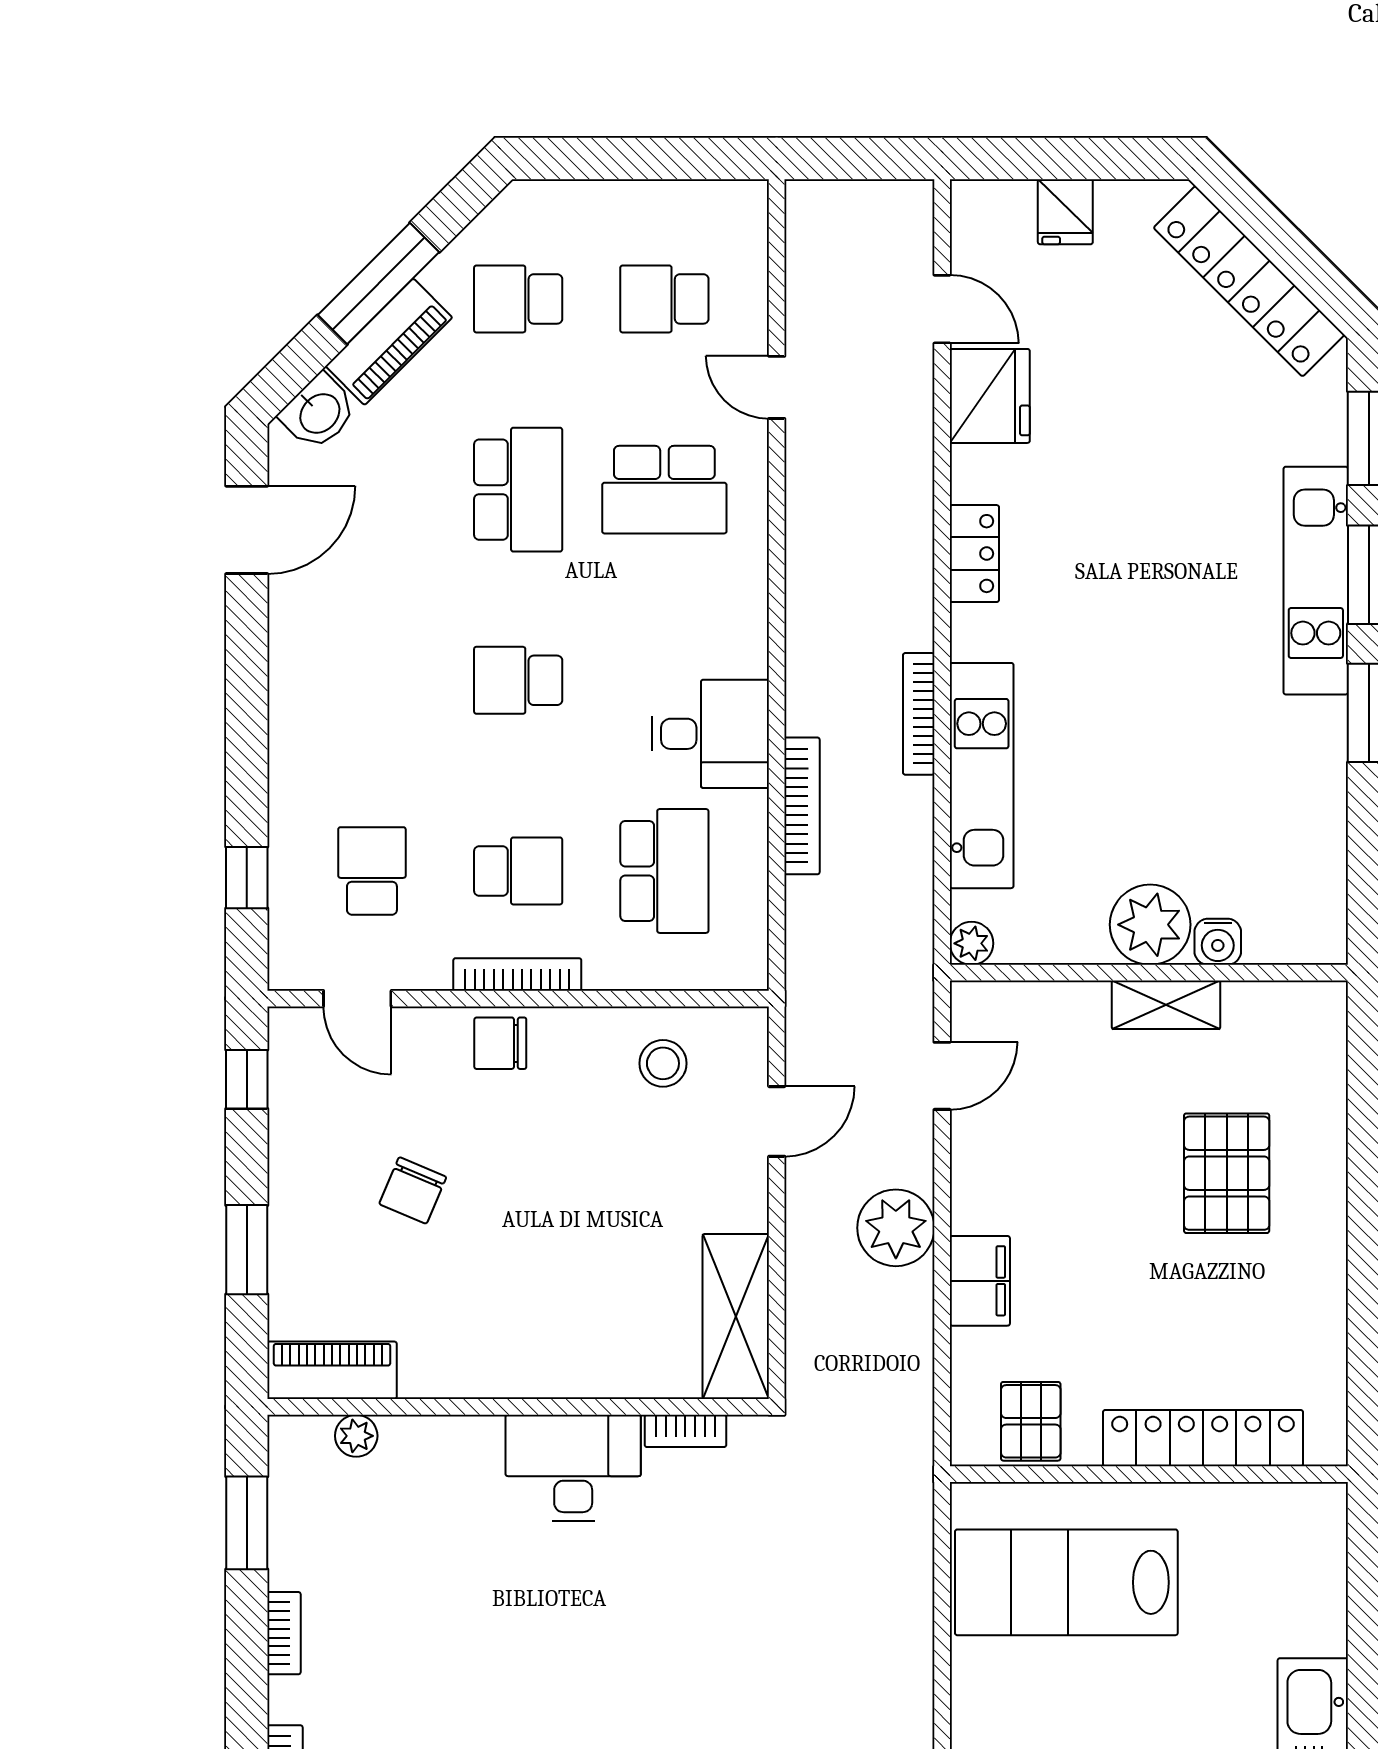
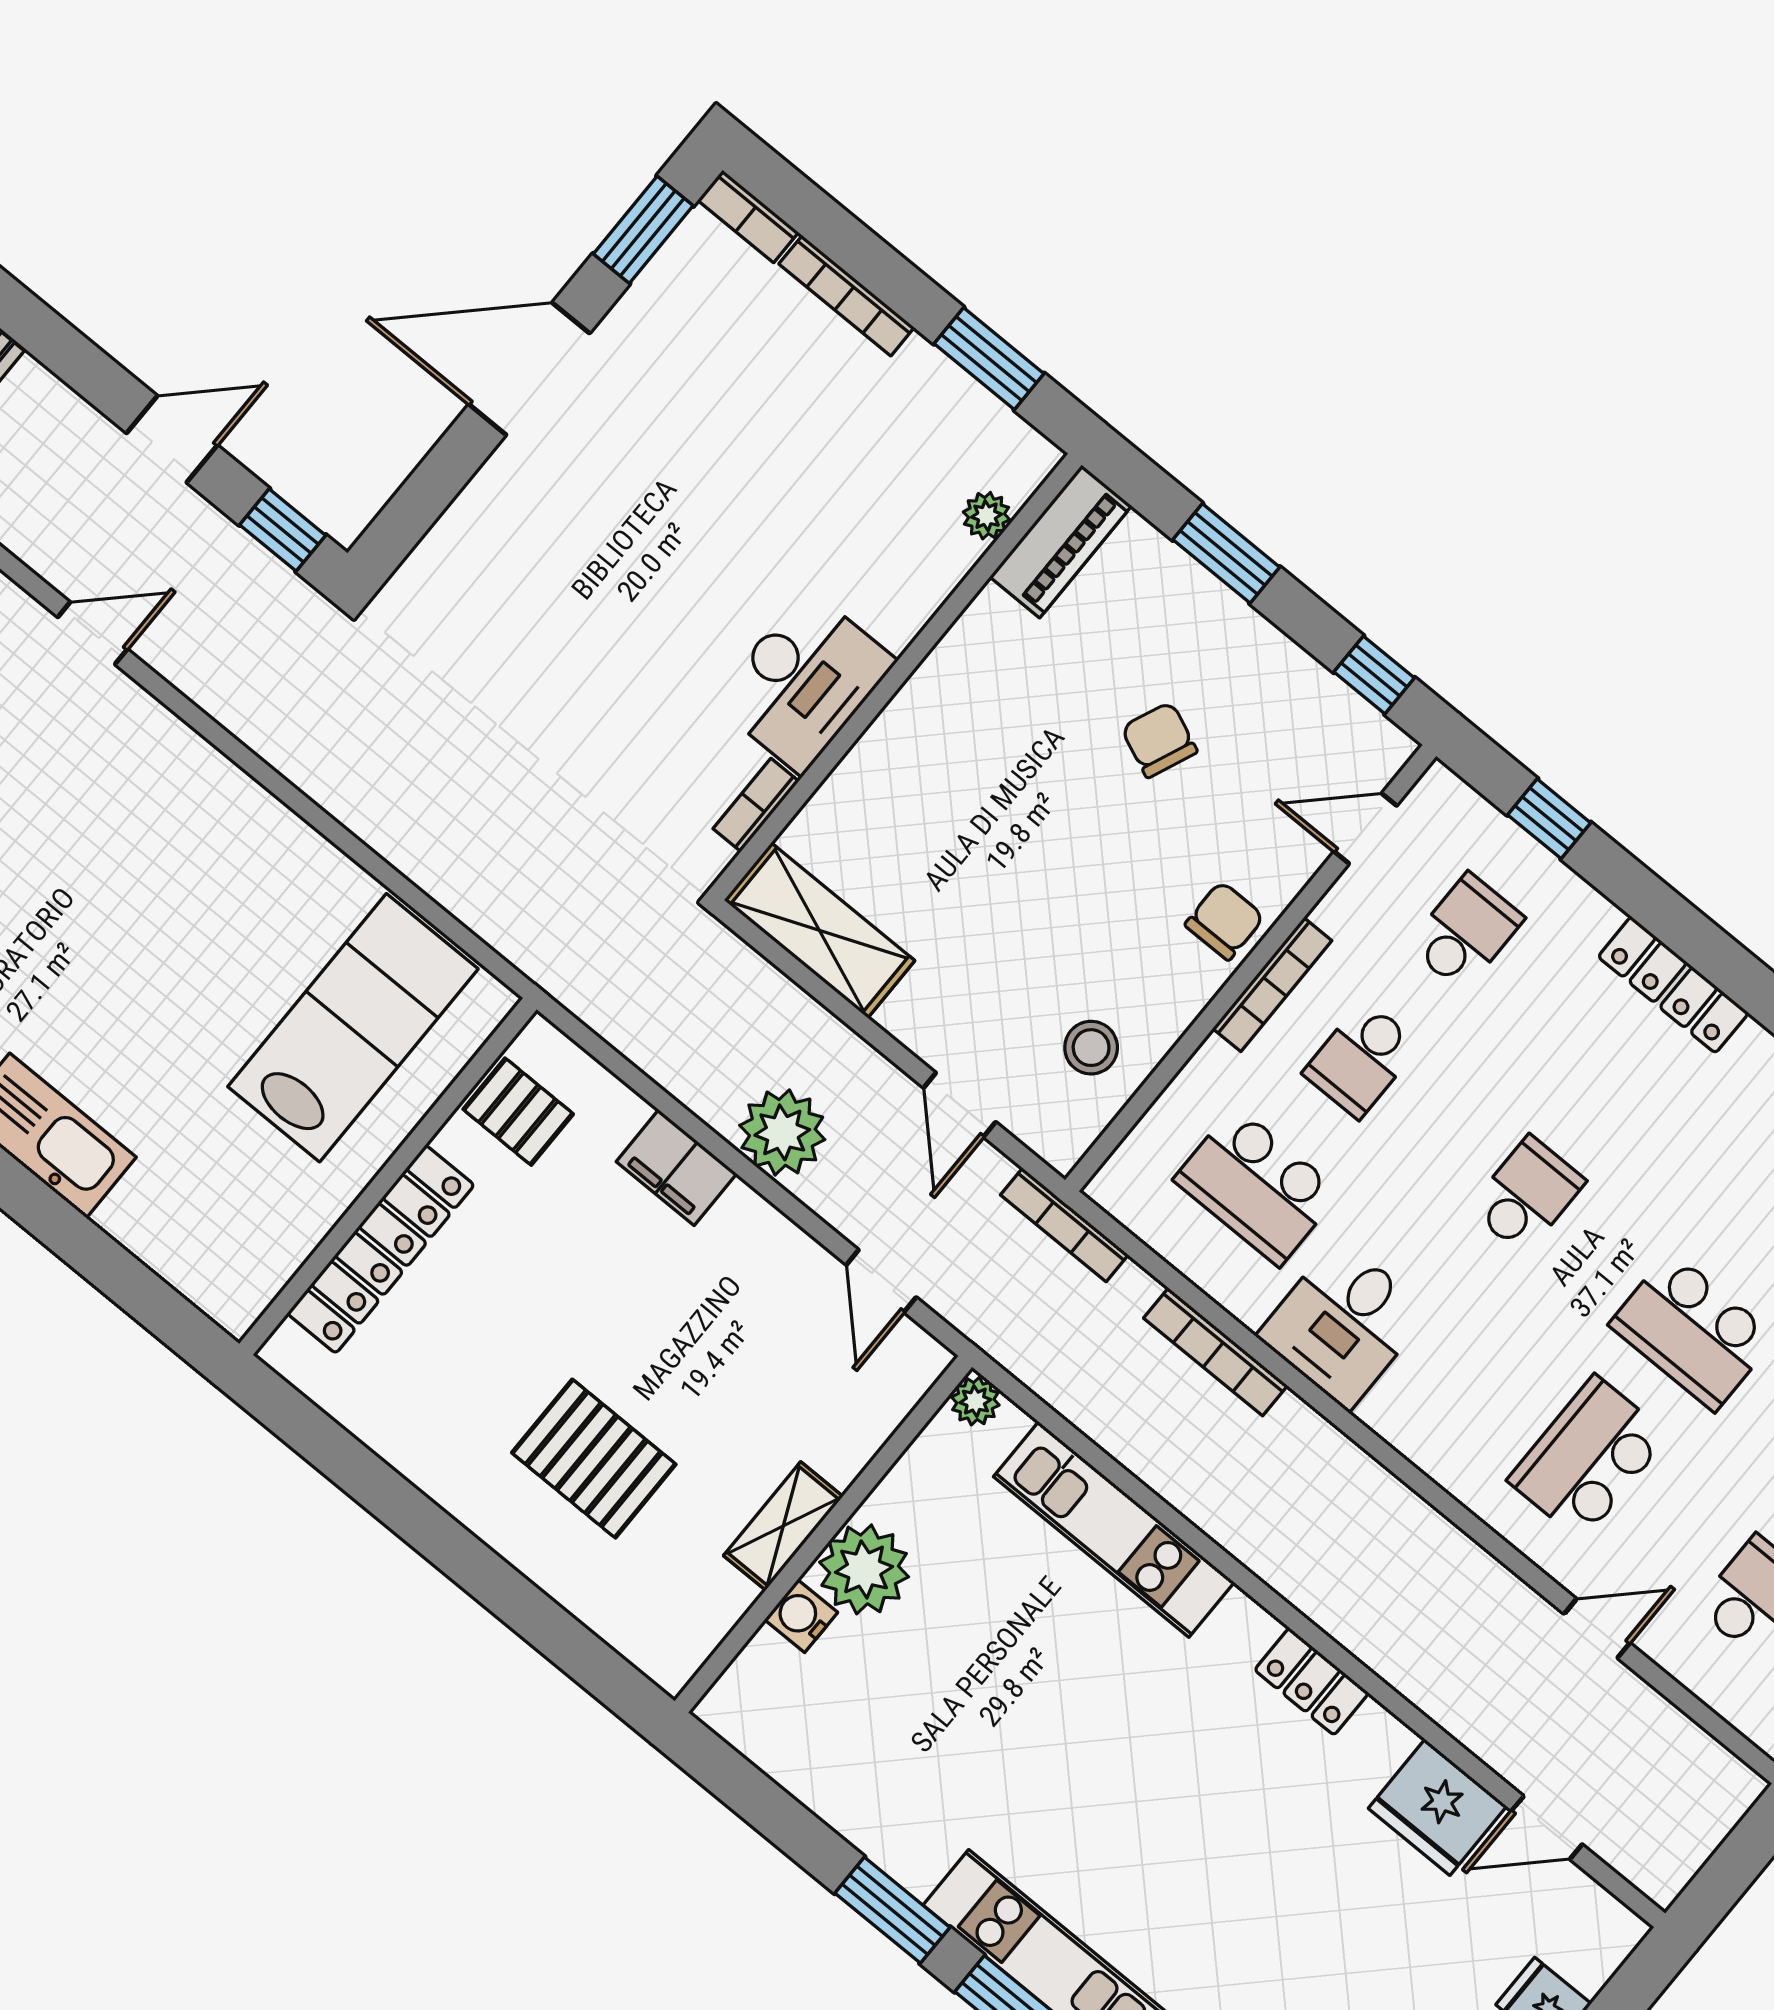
locker: (291, 698) -> (1673, 985), added
bookcase: (919, 714) -> (1064, 1225), moved, turned 180
school desk: (372, 871) -> (1466, 932), turned -90
bookcase: (284, 1633) -> (847, 296), width x1.56

